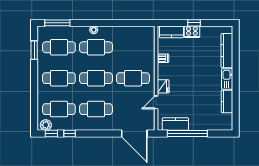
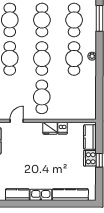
fridge: (163, 86) -> (50, 128), moved
door: (156, 102) -> (17, 121), hinge flipped

